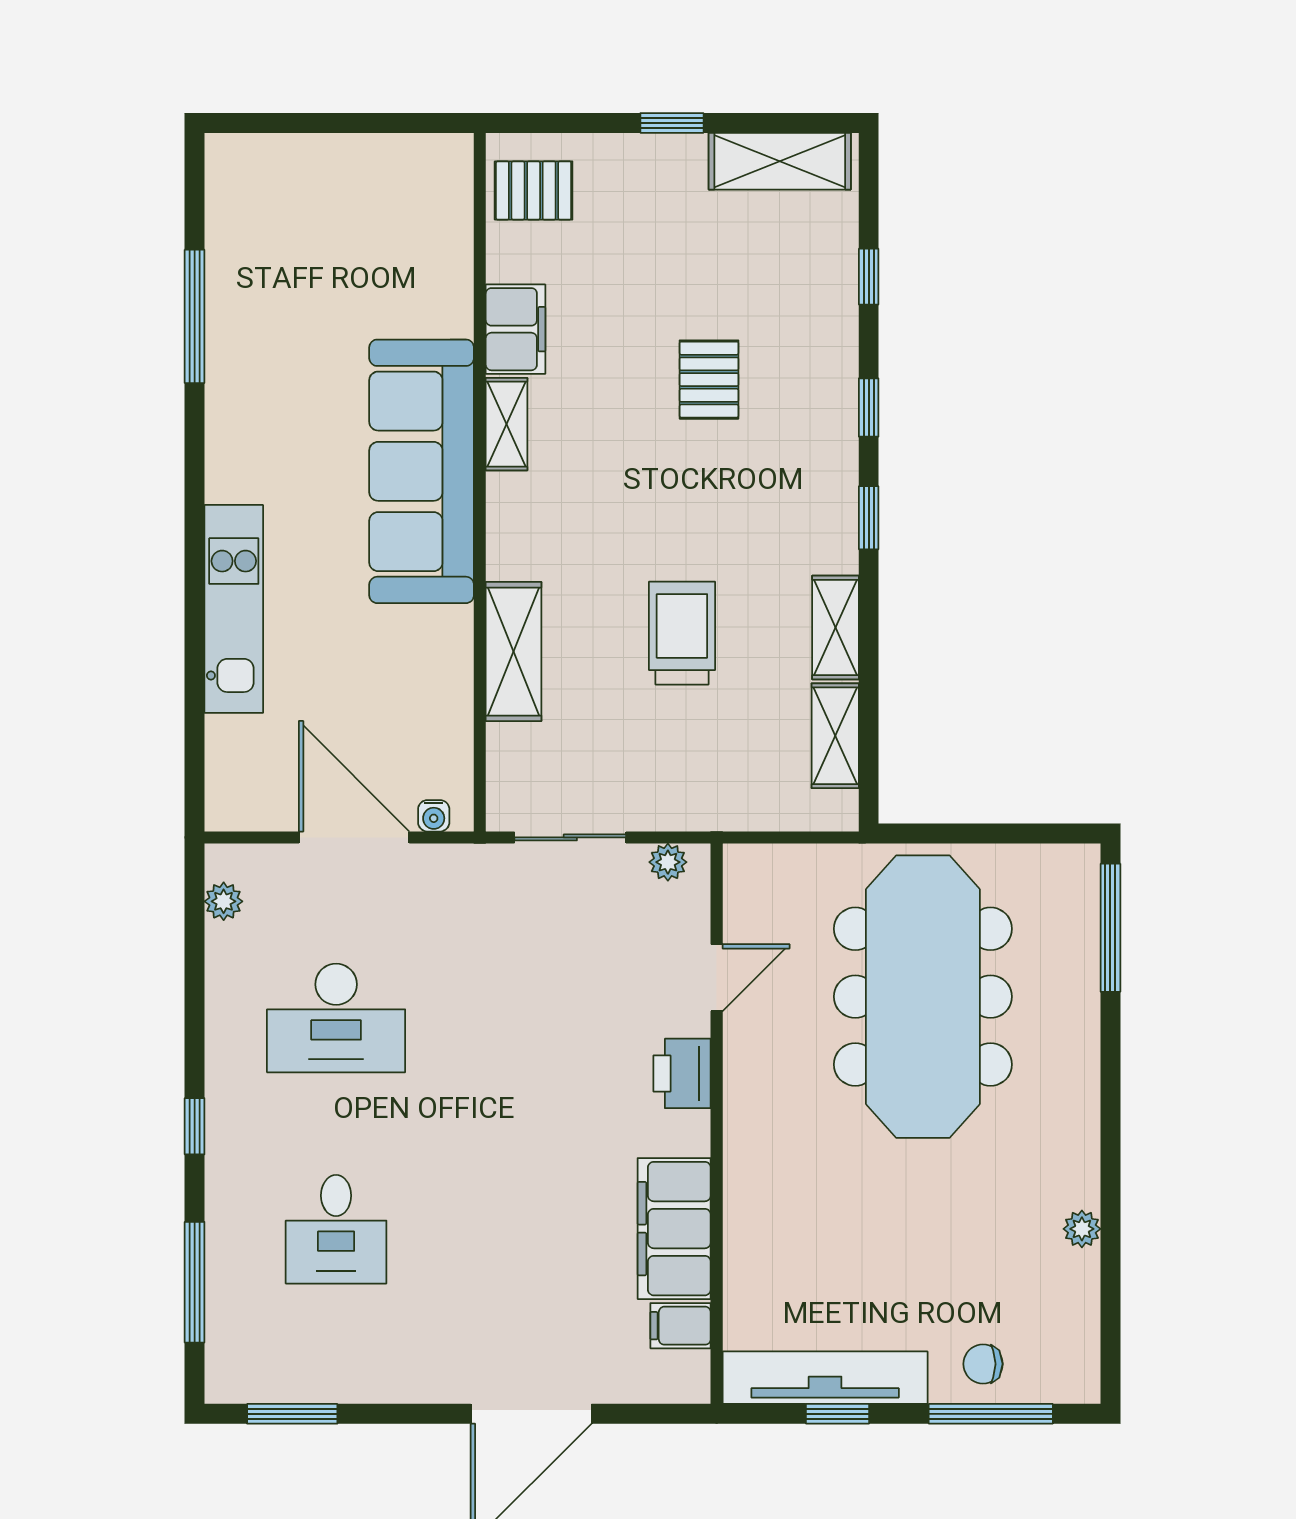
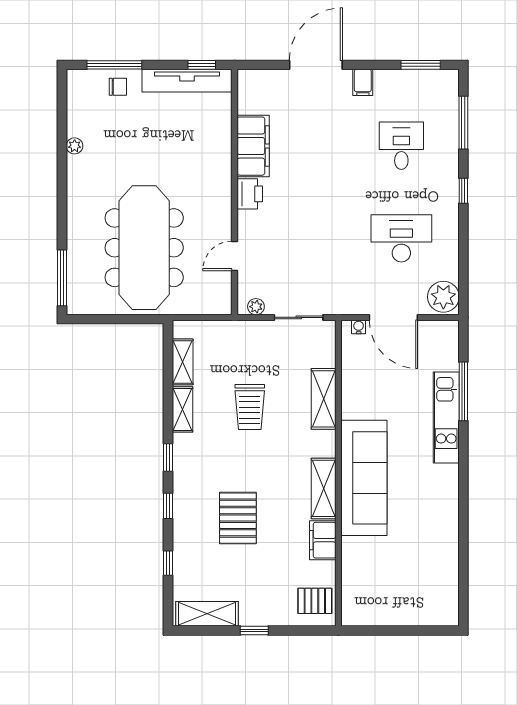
window: (195, 316) -> (463, 391), moved
pallet: (709, 380) -> (238, 518), width x1.50, depth x1.42
shelving: (507, 424) -> (324, 488), width x1.50, depth x1.33
plant: (224, 901) -> (443, 297), width x1.87, depth x1.87
printer: (682, 1073) -> (250, 194), moved
filing cabinet: (680, 1326) -> (363, 82), moved, turned 90
window: (837, 1414) -> (202, 65), moved

